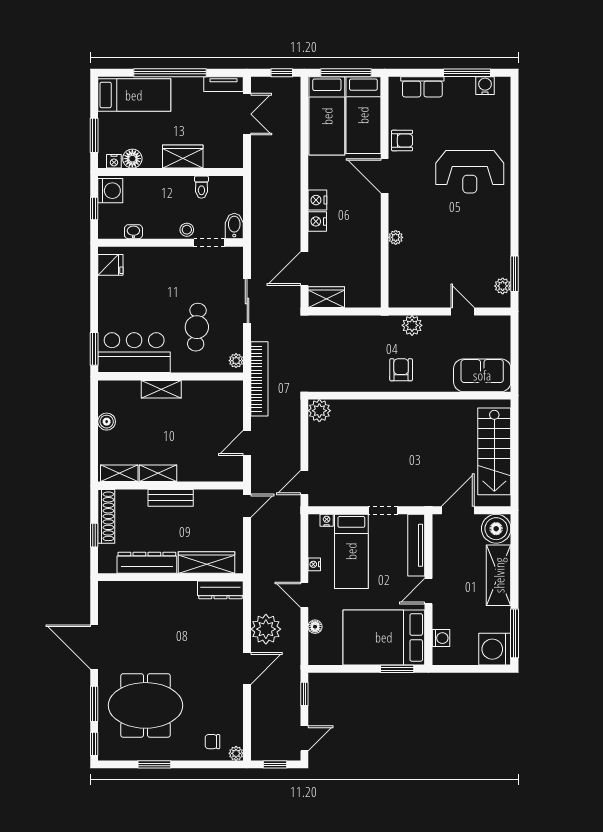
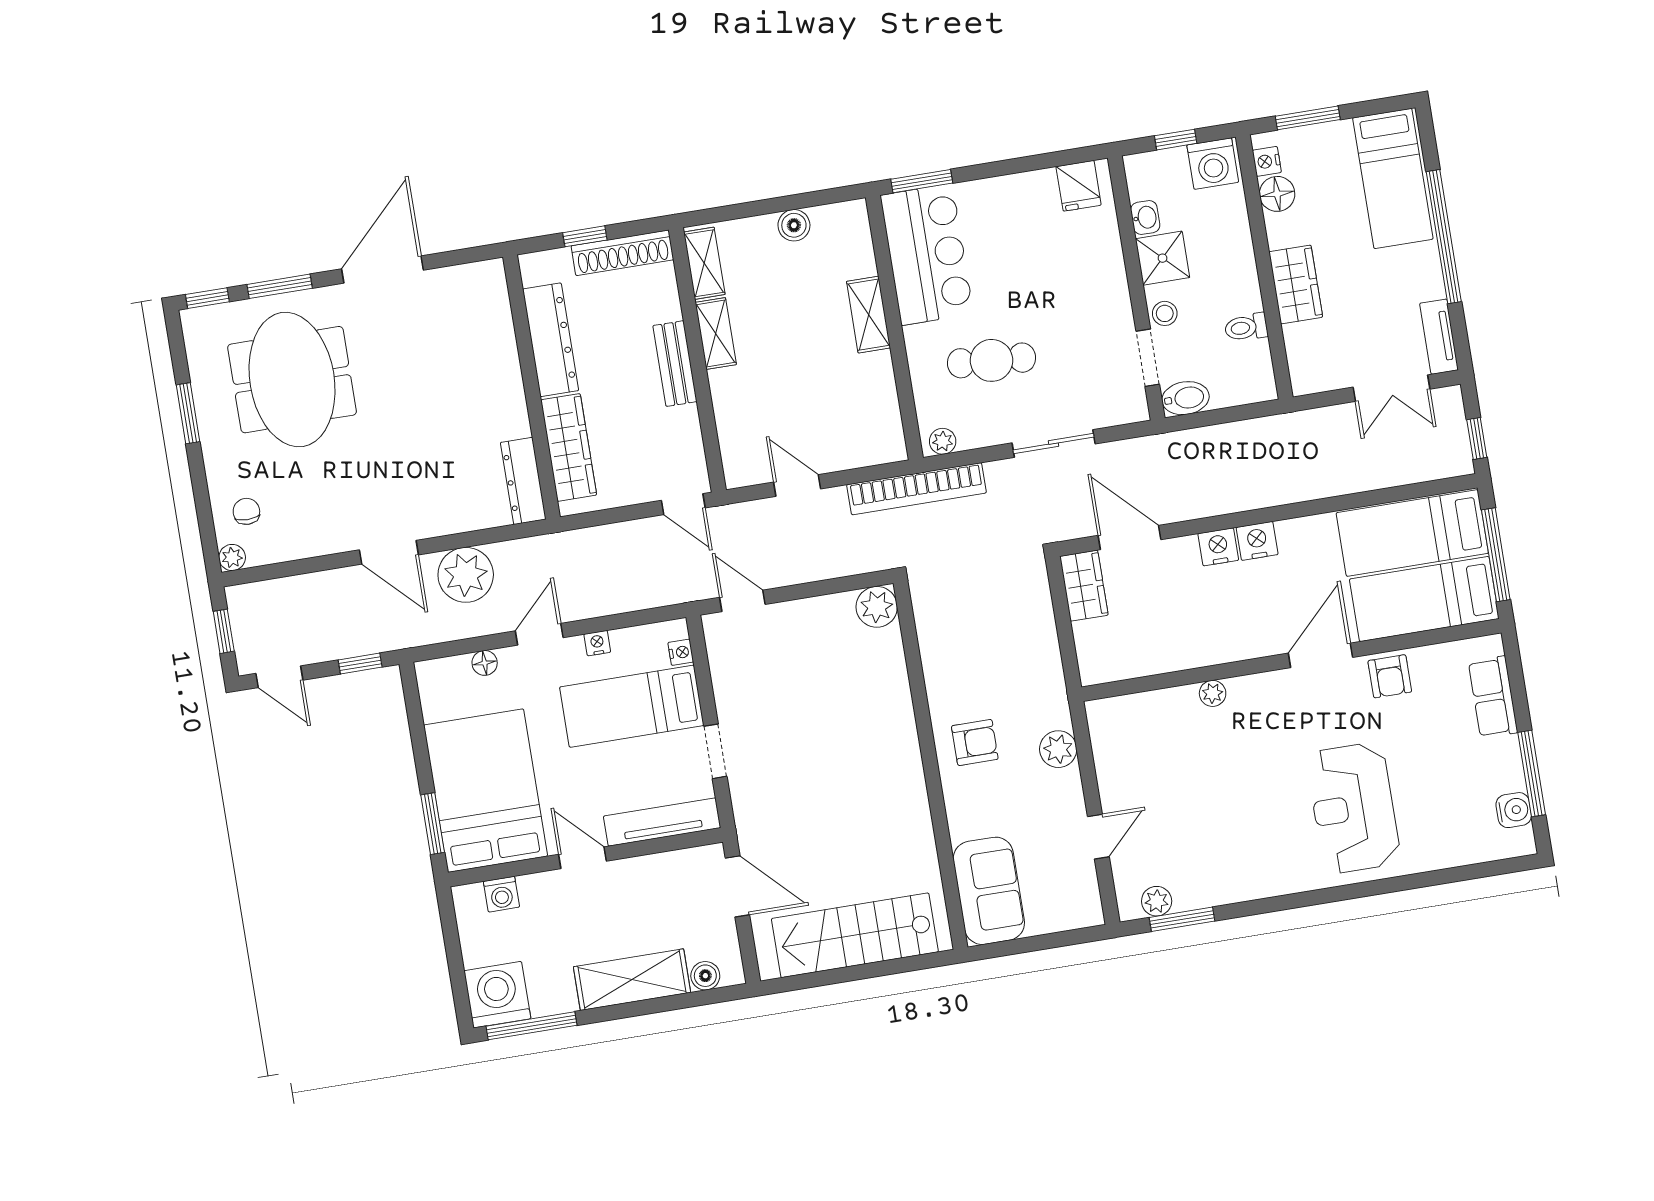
shower: (157, 226) -> (1163, 258), added
boiler: (496, 529) -> (705, 976), width x0.54, depth x0.54

